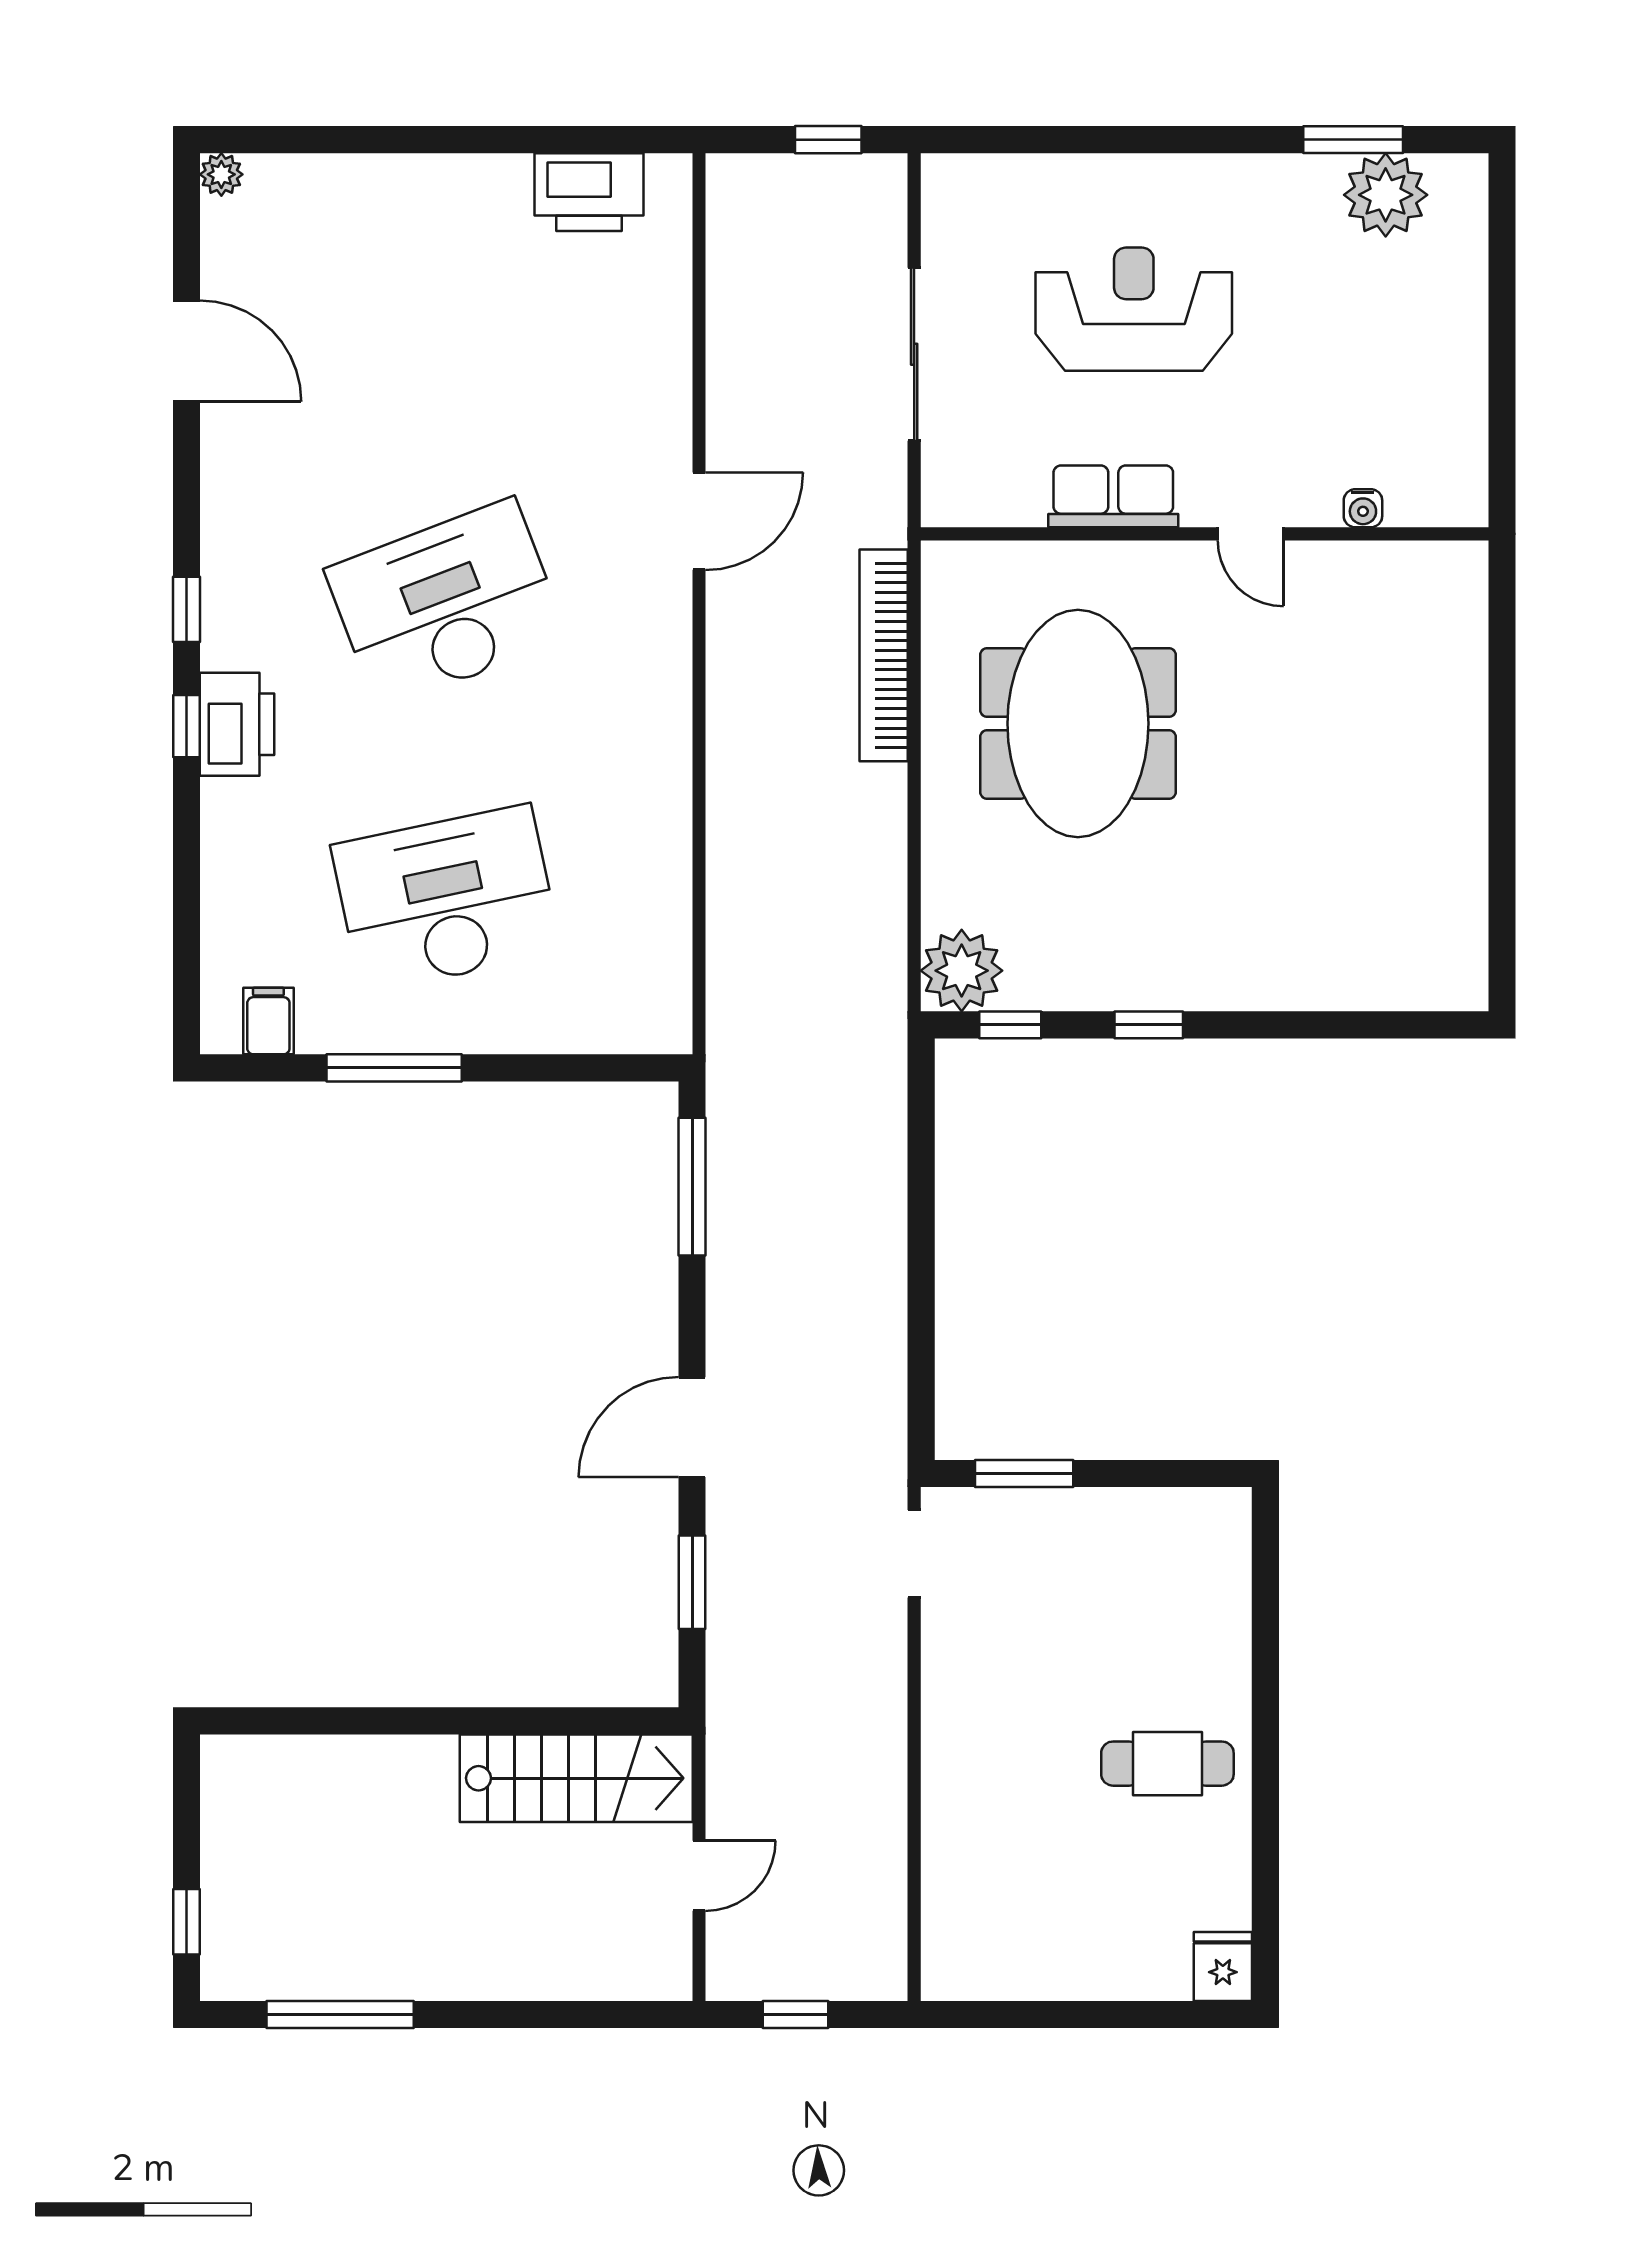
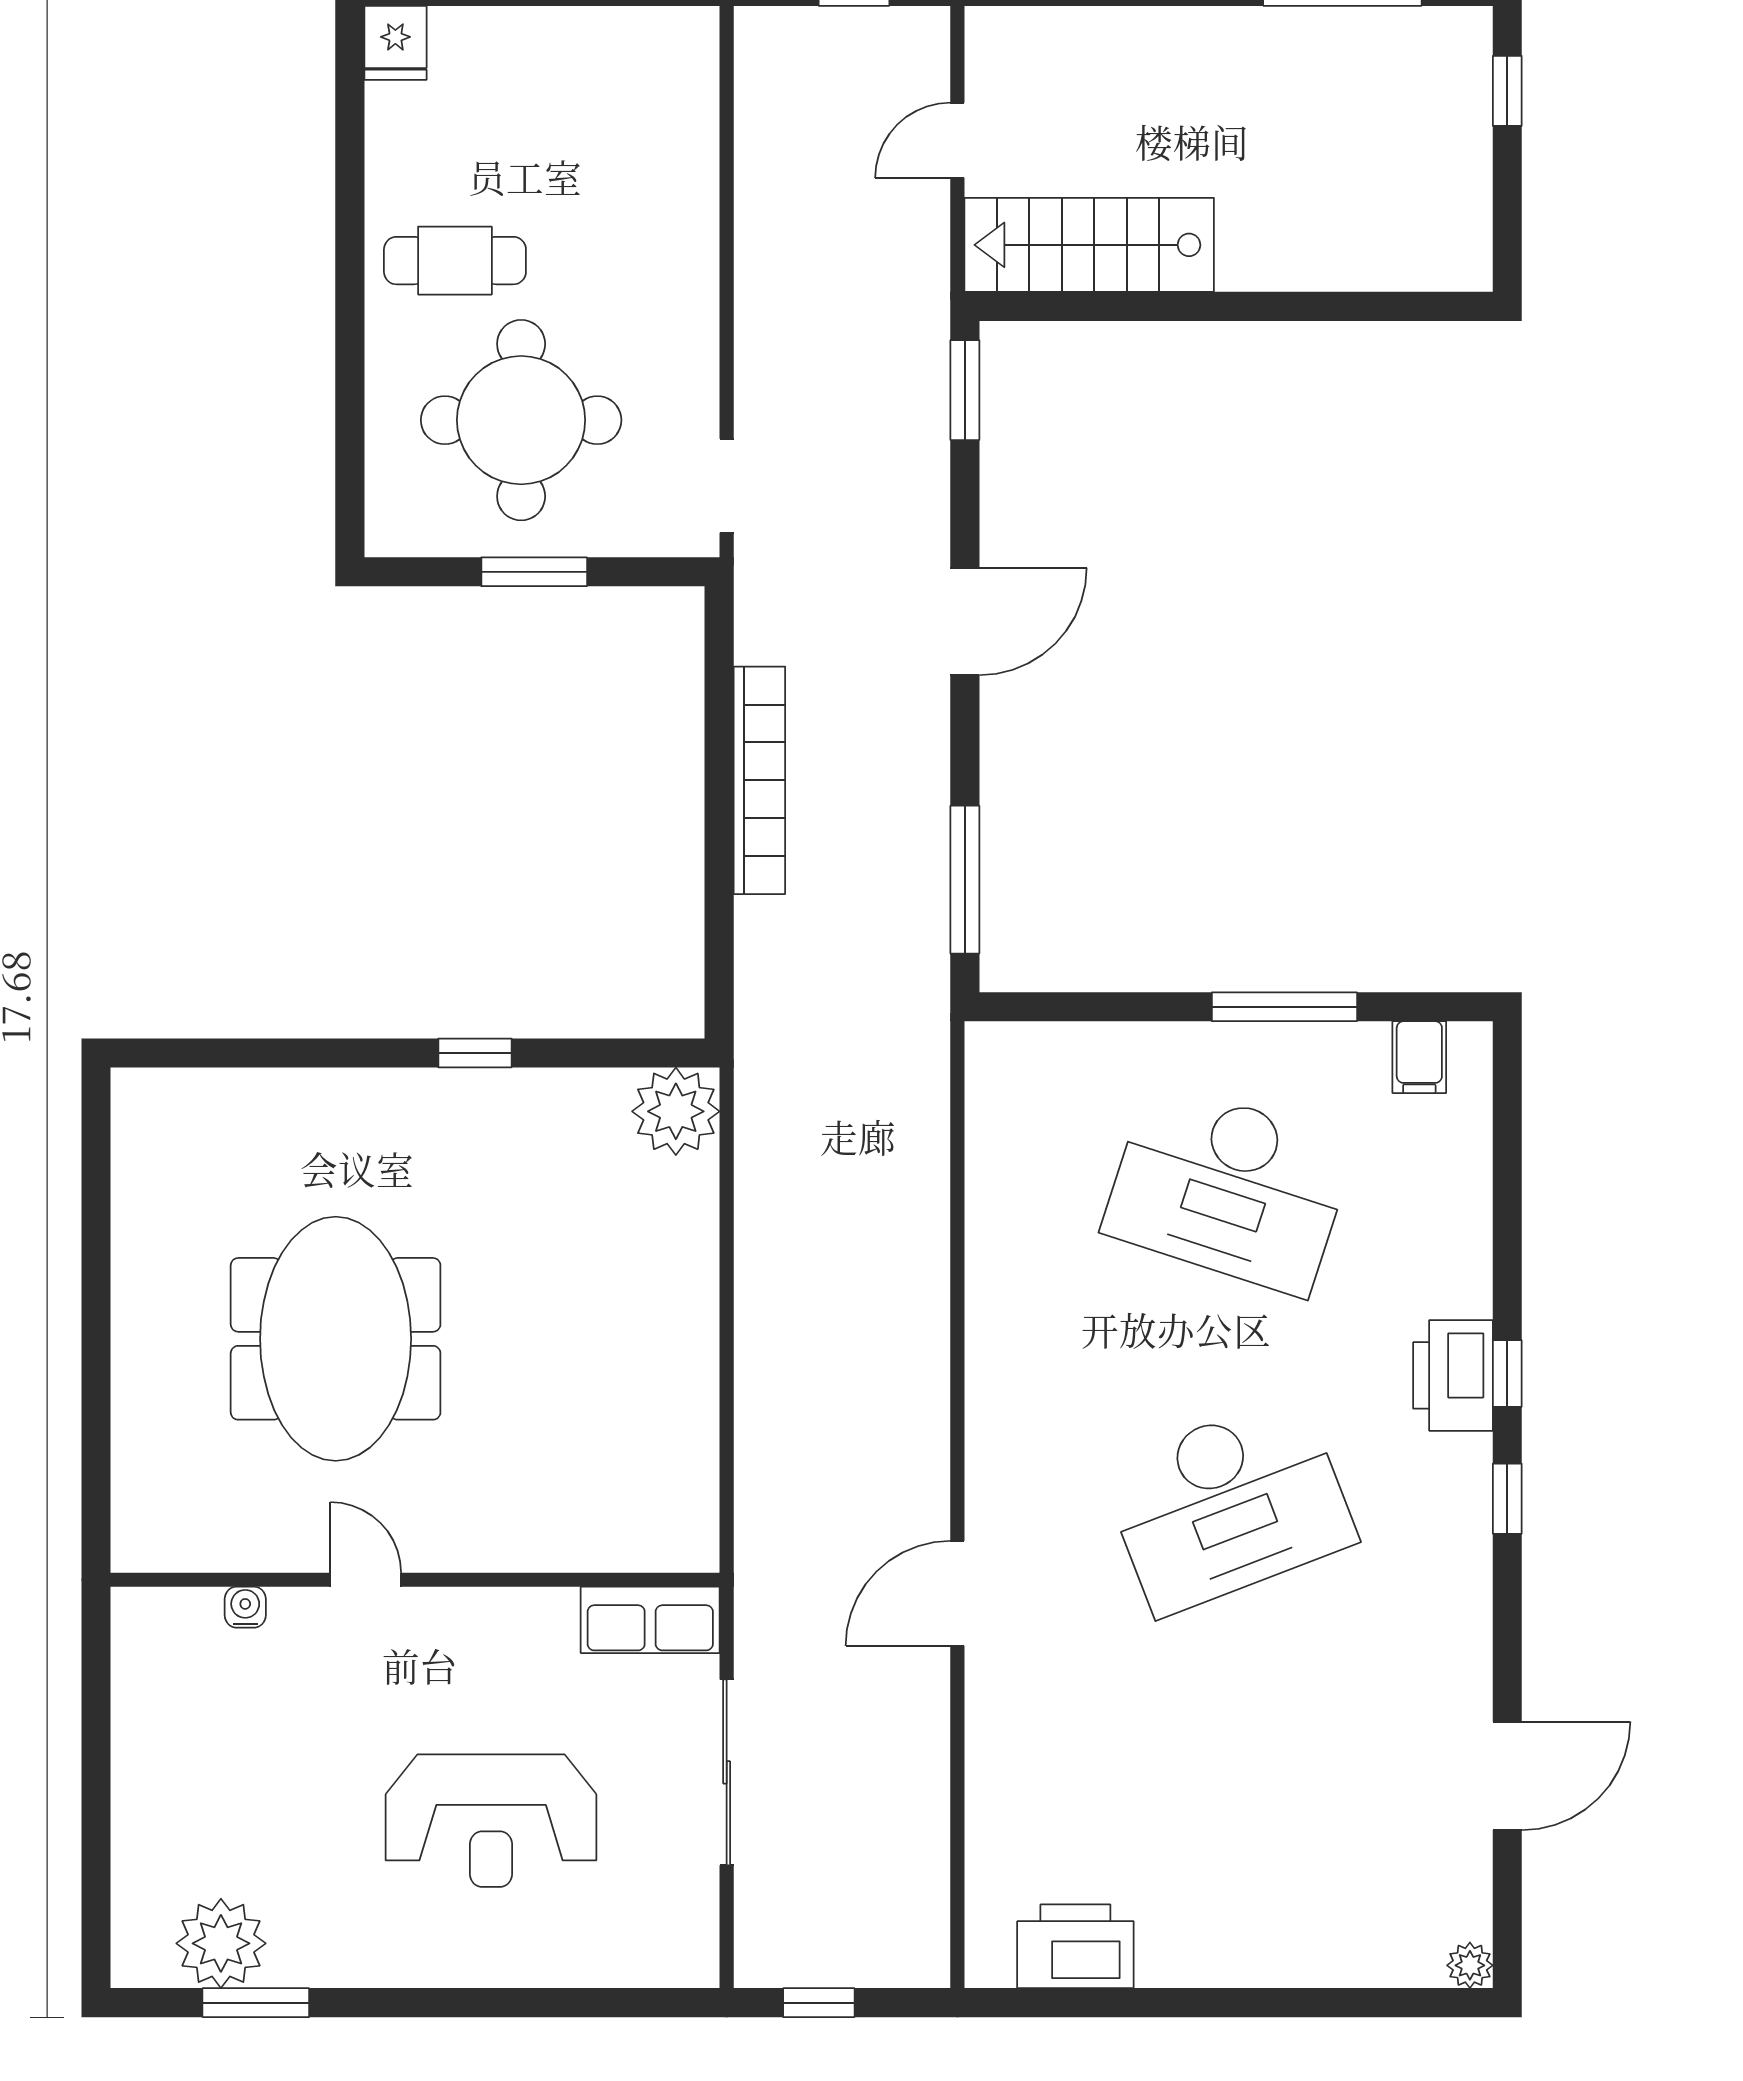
door: (186, 351) -> (1507, 1776), swing flipped
row of seats: (1113, 496) -> (650, 1620), moved
bookcase: (884, 655) -> (759, 780), moved
meeting table: (1078, 723) -> (336, 1339), moved
desk: (446, 899) -> (1229, 1188), turned 30
window: (1010, 1025) -> (624, 1053), removed
window: (1024, 1473) -> (534, 572), moved
window: (692, 1582) -> (965, 390), moved
round table: (1106, 1615) -> (521, 420), added

